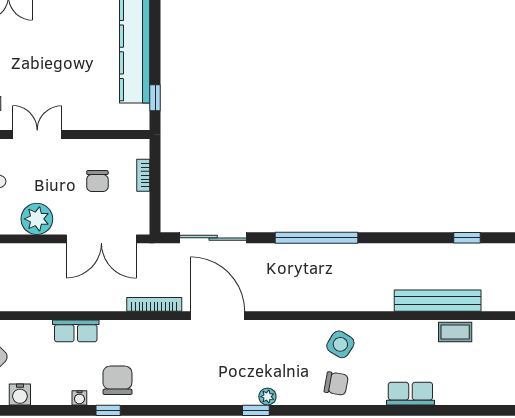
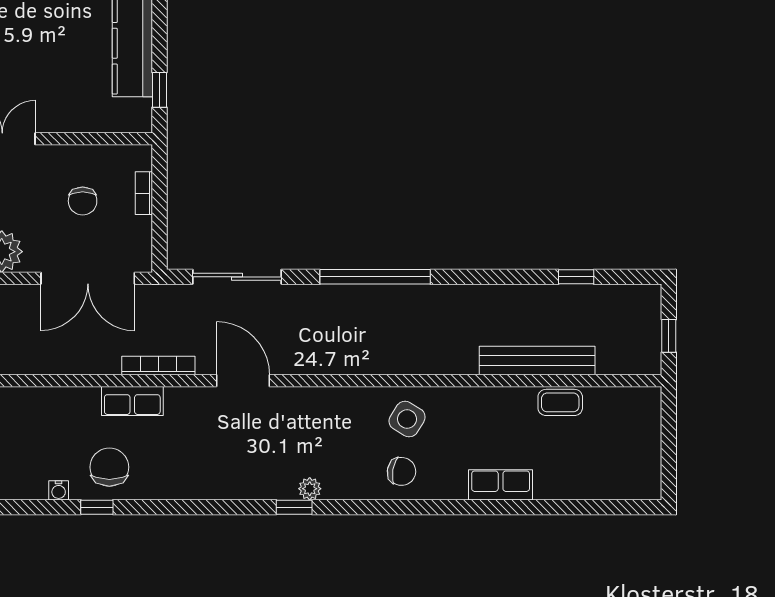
door: (218, 316) -> (243, 381), width x0.73
row of seats: (76, 331) -> (132, 401), moved

